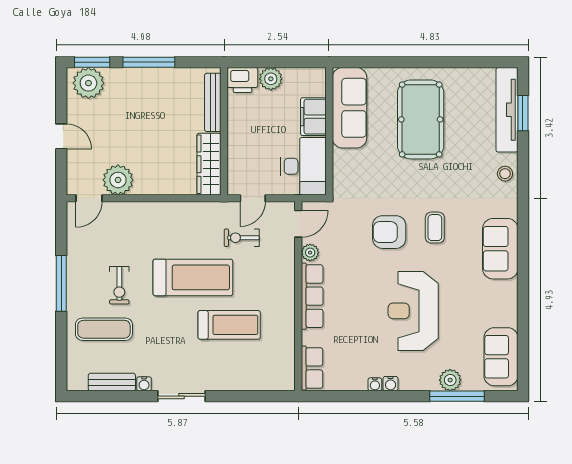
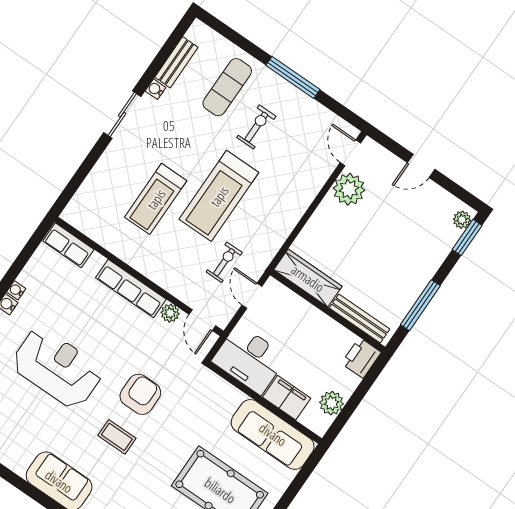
window: (149, 62) -> (420, 305), moved
plant: (271, 79) -> (332, 403), moved
plant: (88, 83) -> (462, 220), width x0.53, depth x0.53
exercise bike: (119, 285) -> (256, 127), turned 90

